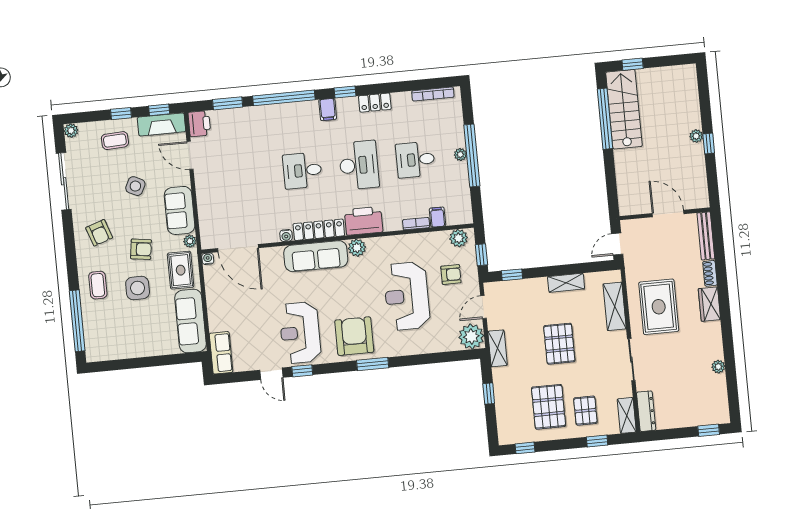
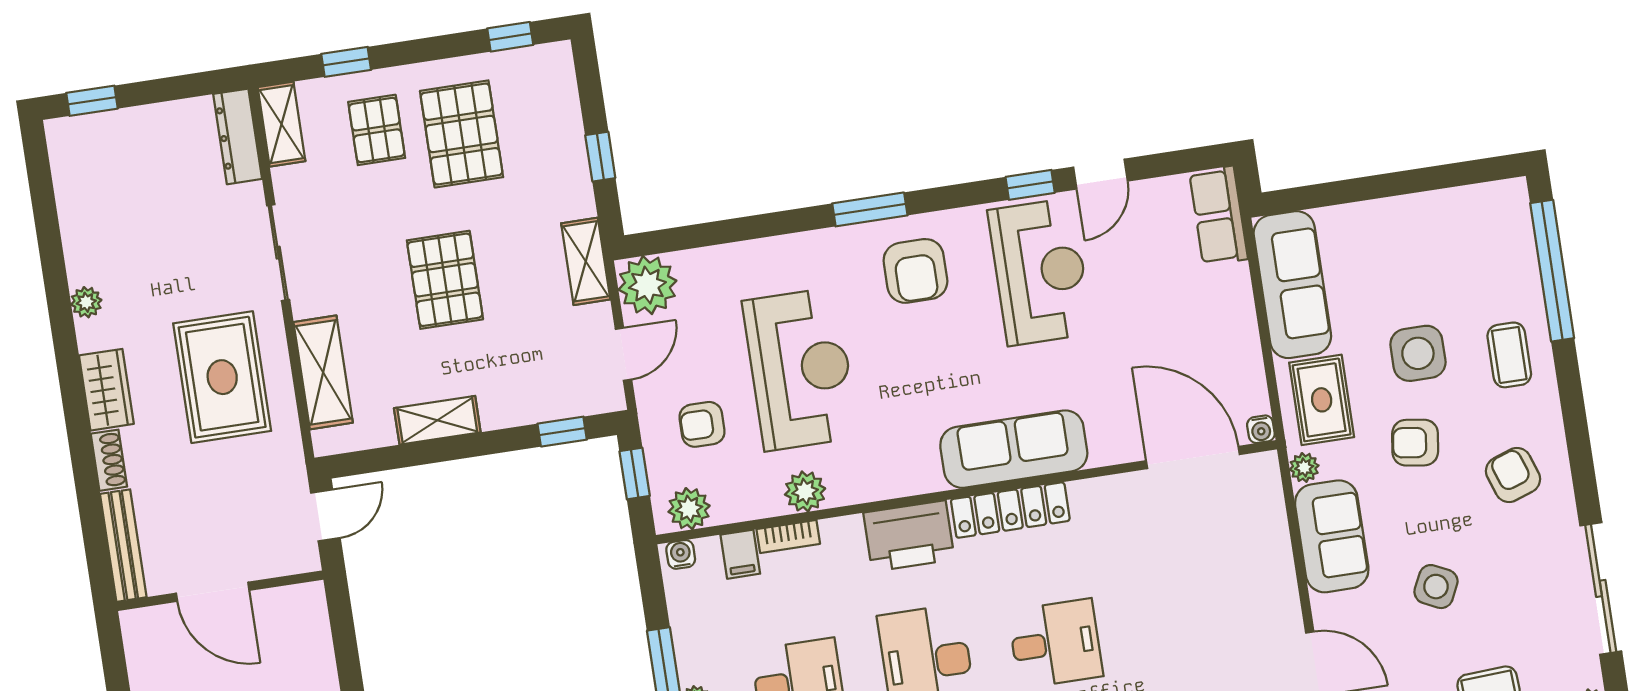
water cooler: (286, 236) -> (681, 554), moved
plant: (357, 248) -> (805, 491), moved
armchair: (354, 336) -> (915, 271), width x0.73, depth x0.73
plant: (718, 367) -> (86, 302), moved
door: (271, 374) -> (1101, 174), swing flipped

